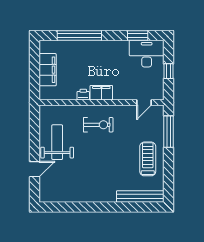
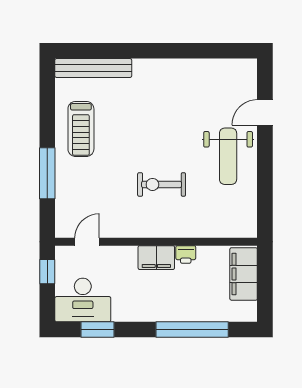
filing cabinet: (101, 93) -> (156, 258), moved
printer: (83, 95) -> (186, 254), moved
wall: (101, 102) -> (156, 242), moved
door: (144, 102) -> (87, 242), moved

